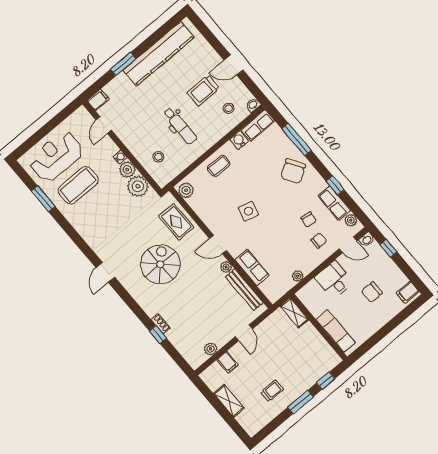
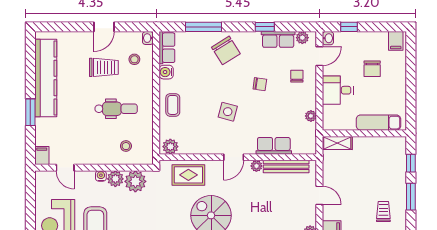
trolley: (203, 91) -> (104, 67), turned -90
chair: (309, 220) -> (260, 84), moved

